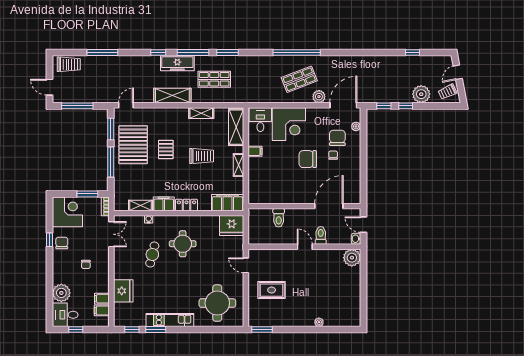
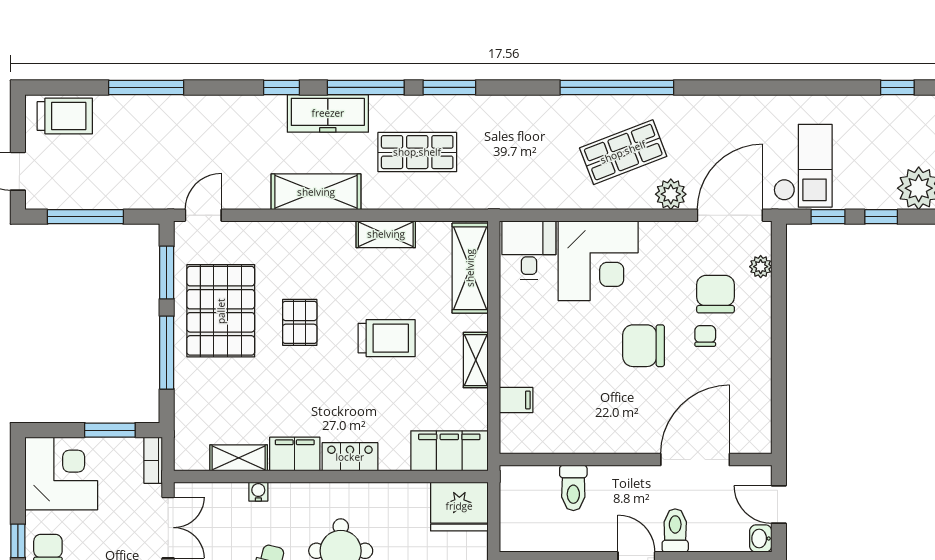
checkout: (373, 85) -> (803, 166), added
filing cabinet: (255, 151) -> (516, 400), moved

